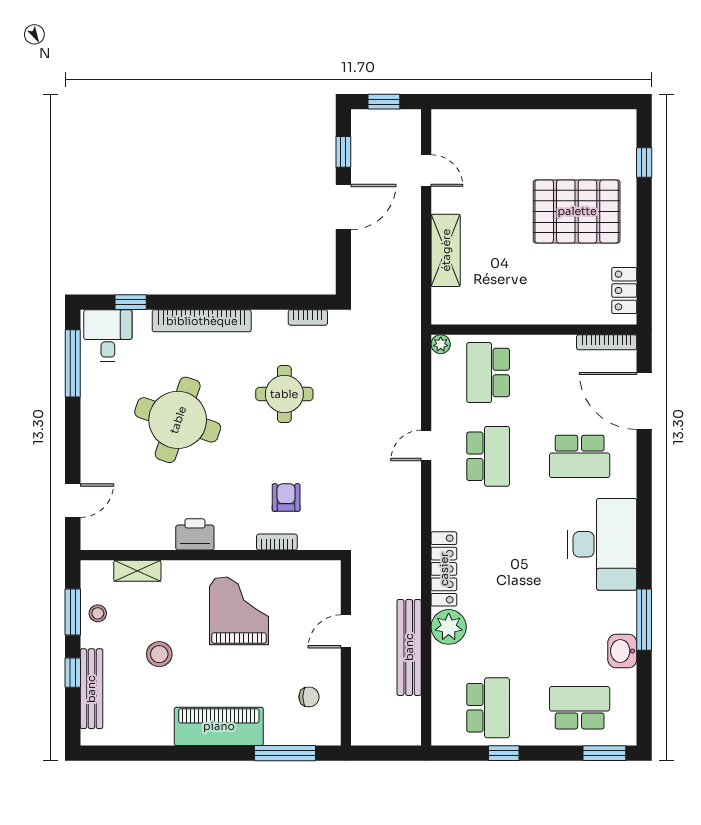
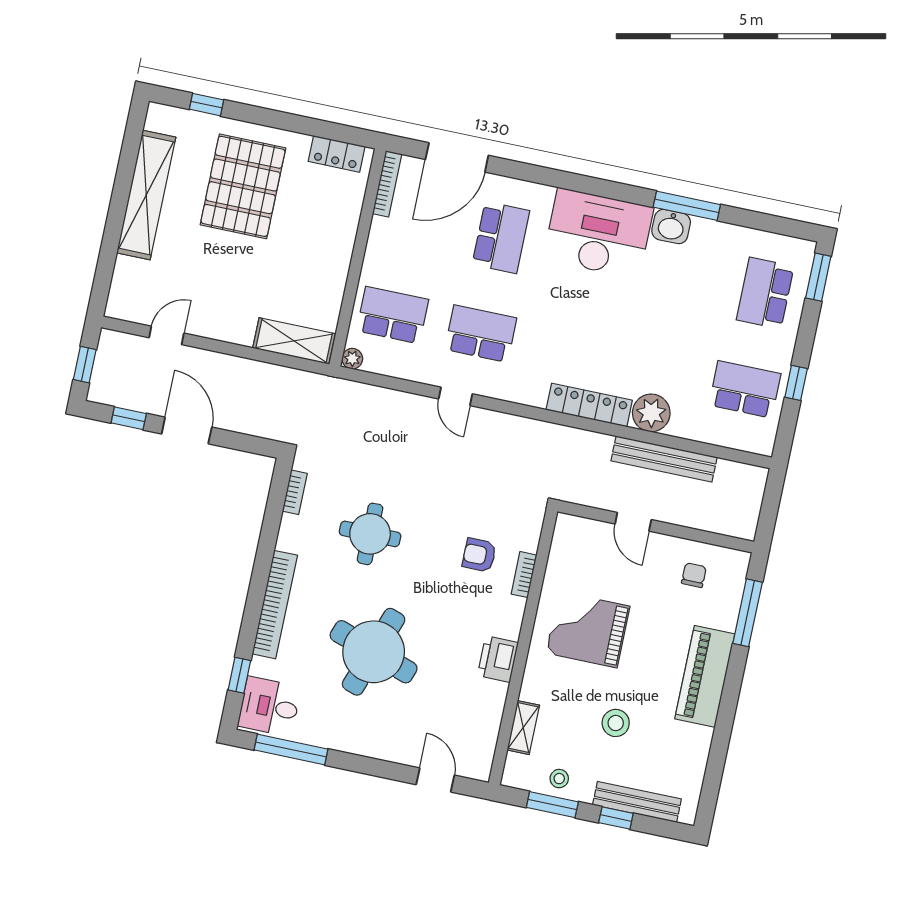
shelving: (550, 125) -> (146, 195), added
shelving: (446, 250) -> (294, 341), moved
school desk: (488, 373) -> (393, 315), turned 180
washbasin: (622, 651) -> (671, 227), moved

